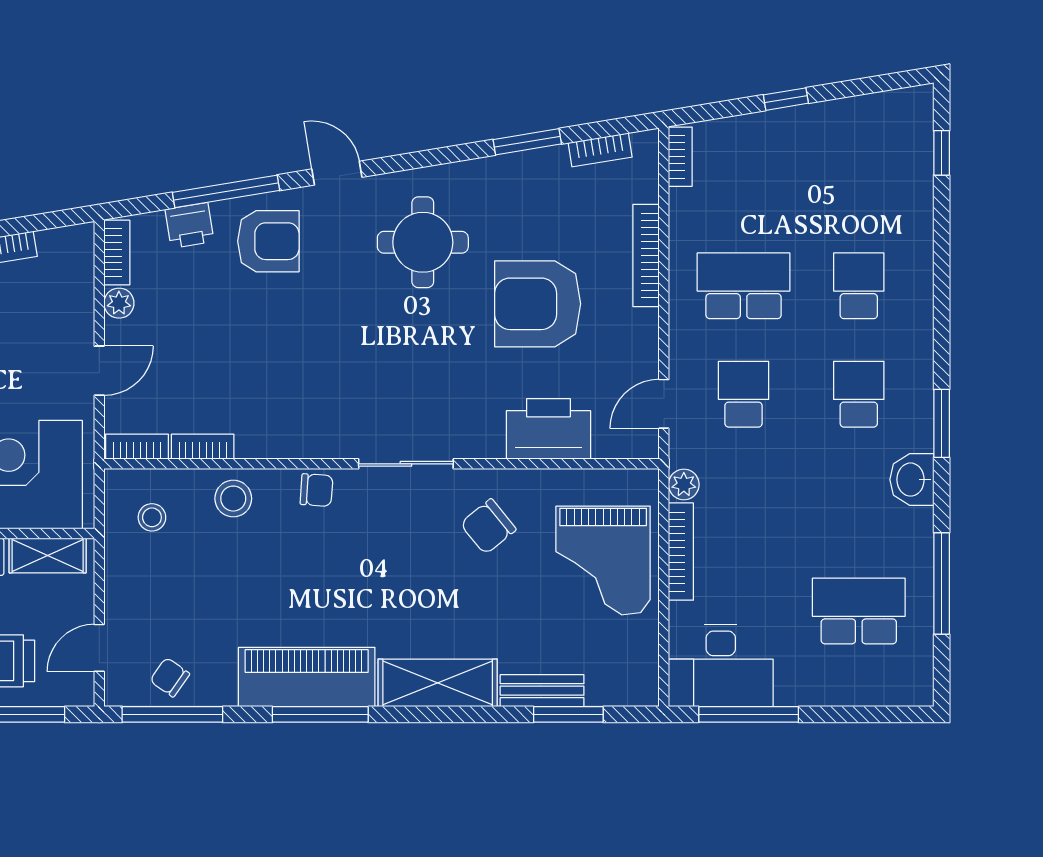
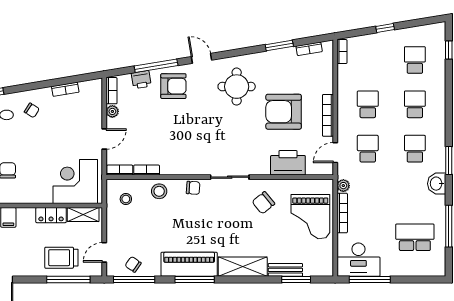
school desk: (859, 177) -> (415, 60), added
bookcase: (646, 255) -> (328, 115), moved
school desk: (744, 286) -> (368, 104), width x0.54

